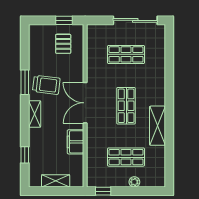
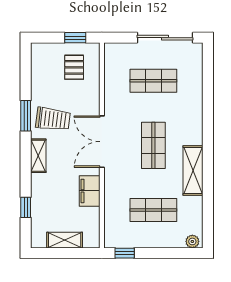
plant: (134, 182) -> (192, 241), moved

